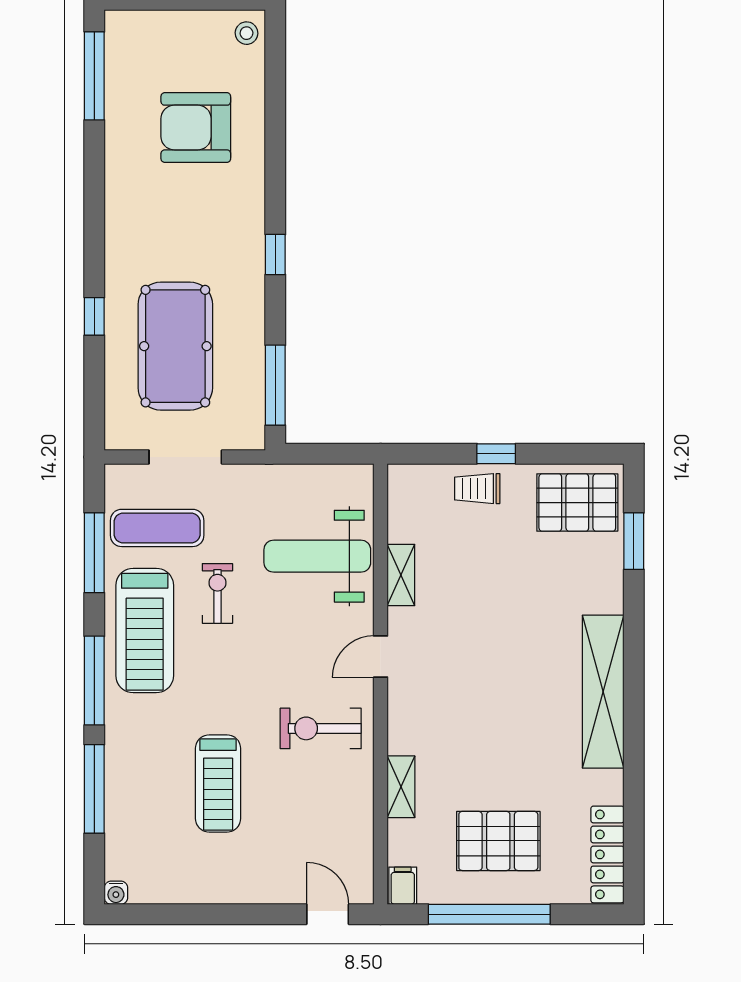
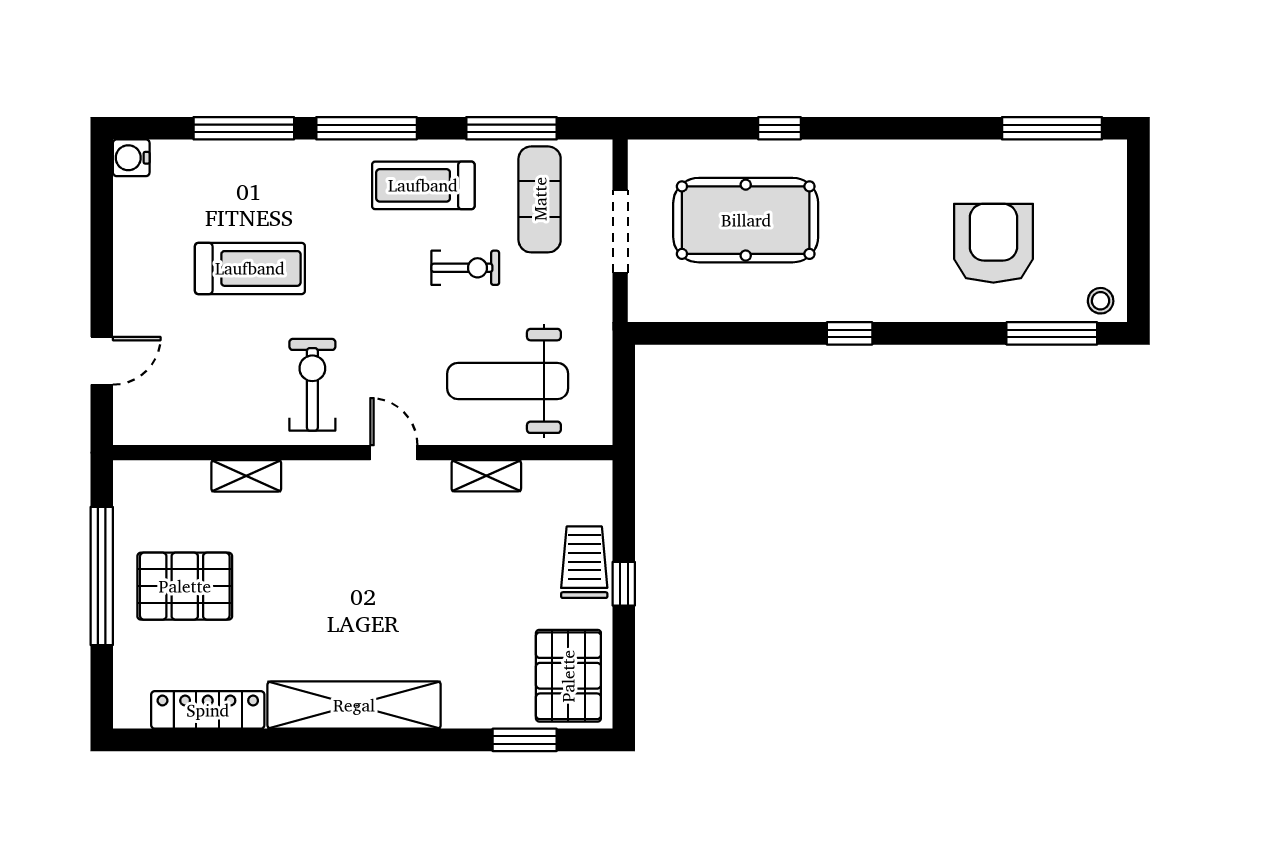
window: (275, 385) -> (1052, 333), moved
trolley: (477, 489) -> (584, 562), width x1.36, depth x1.39
weight bench: (317, 556) -> (508, 381), turned -90
treadmill: (145, 631) -> (423, 185), width x0.73, depth x0.73
treadmill: (218, 783) -> (250, 268), turned 180
pallet: (498, 841) -> (185, 586), turned 90
locker: (607, 854) -> (208, 710), moved
filing cabinet: (403, 886) -> (134, 478), removed
water cooler: (116, 893) -> (131, 158), width x1.38, depth x1.38
door: (328, 914) -> (102, 361), moved

